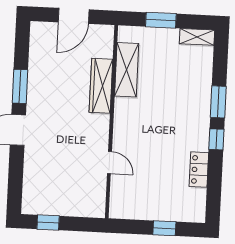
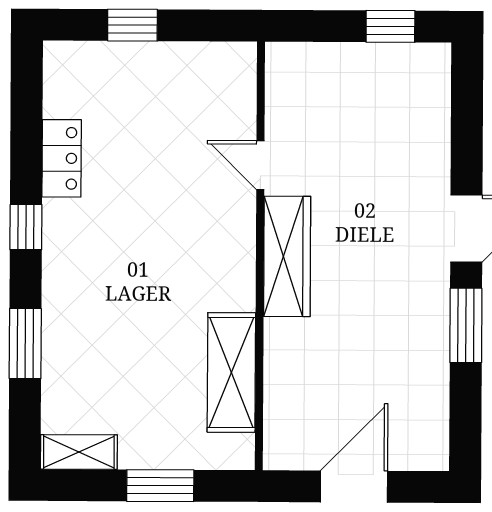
wardrobe: (101, 86) -> (287, 256), moved
window: (218, 102) -> (25, 344), moved

